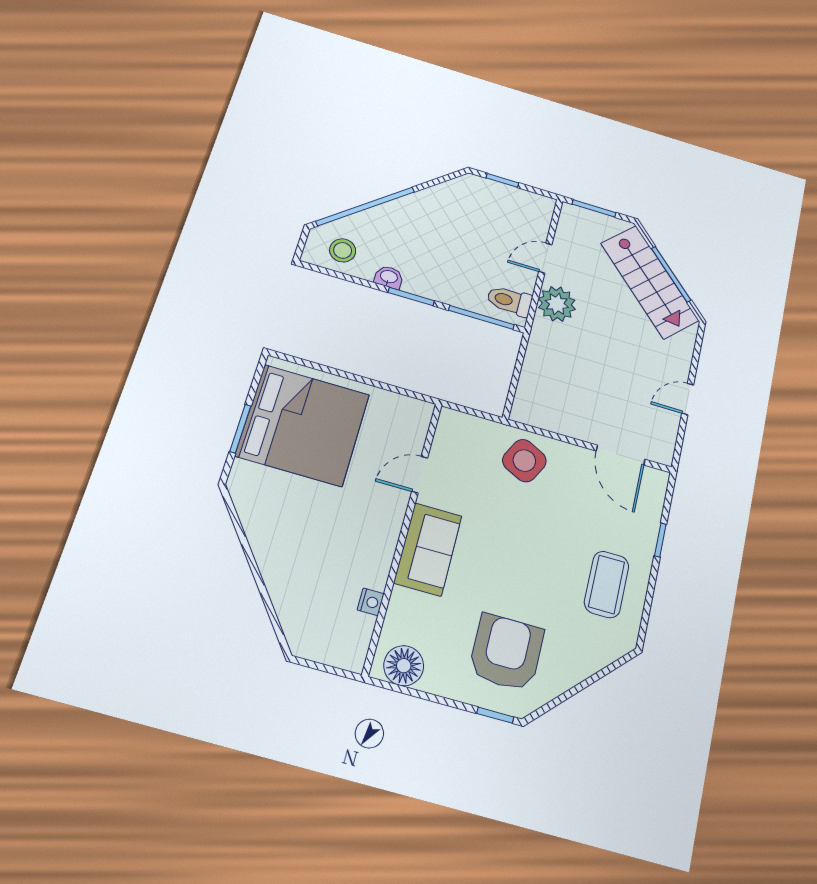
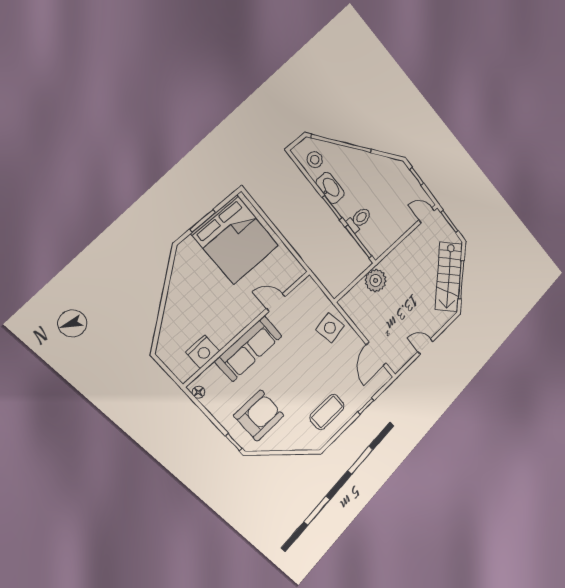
door: (545, 258) -> (427, 215), moved
washbasin: (389, 277) -> (330, 188), width x1.91, depth x1.45
toilet: (509, 301) -> (359, 219), moved, turned 90
plant: (557, 304) -> (376, 281), moved
side table: (524, 461) -> (330, 328), turned -37
sofa: (428, 549) -> (249, 349), width x1.36
nightstand: (371, 602) -> (203, 352), width x1.89, depth x1.79
floor lamp: (404, 666) -> (198, 392), width x0.53, depth x0.53

